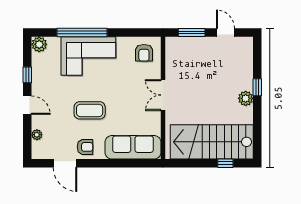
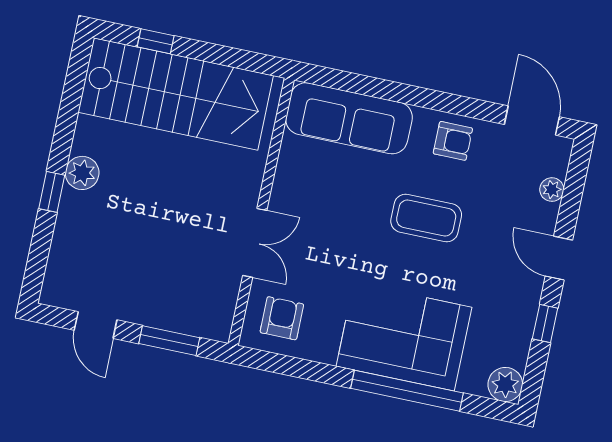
double door: (163, 95) -> (255, 243), moved
armchair: (85, 147) -> (453, 141), turned 180
door: (65, 163) -> (532, 121), moved

